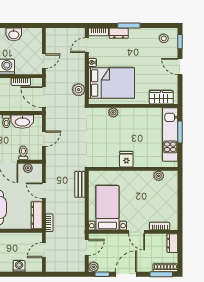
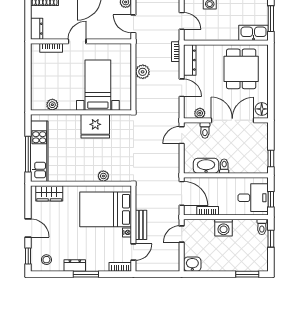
dresser: (119, 33) -> (75, 265), moved
washbasin: (14, 34) -> (192, 264), moved
plant: (79, 90) -> (143, 72), moved
window: (180, 132) -> (28, 154), width x1.44
door: (44, 139) -> (182, 135), moved
fridge: (126, 159) -> (95, 126), width x1.88, depth x1.34
bench: (80, 184) -> (141, 225), moved
bed with nightstands: (107, 208) -> (98, 85), moved, turned 180
door: (137, 232) -> (77, 41), hinge flipped
door: (87, 247) -> (133, 24), hinge flipped
door: (44, 250) -> (182, 21), hinge flipped

